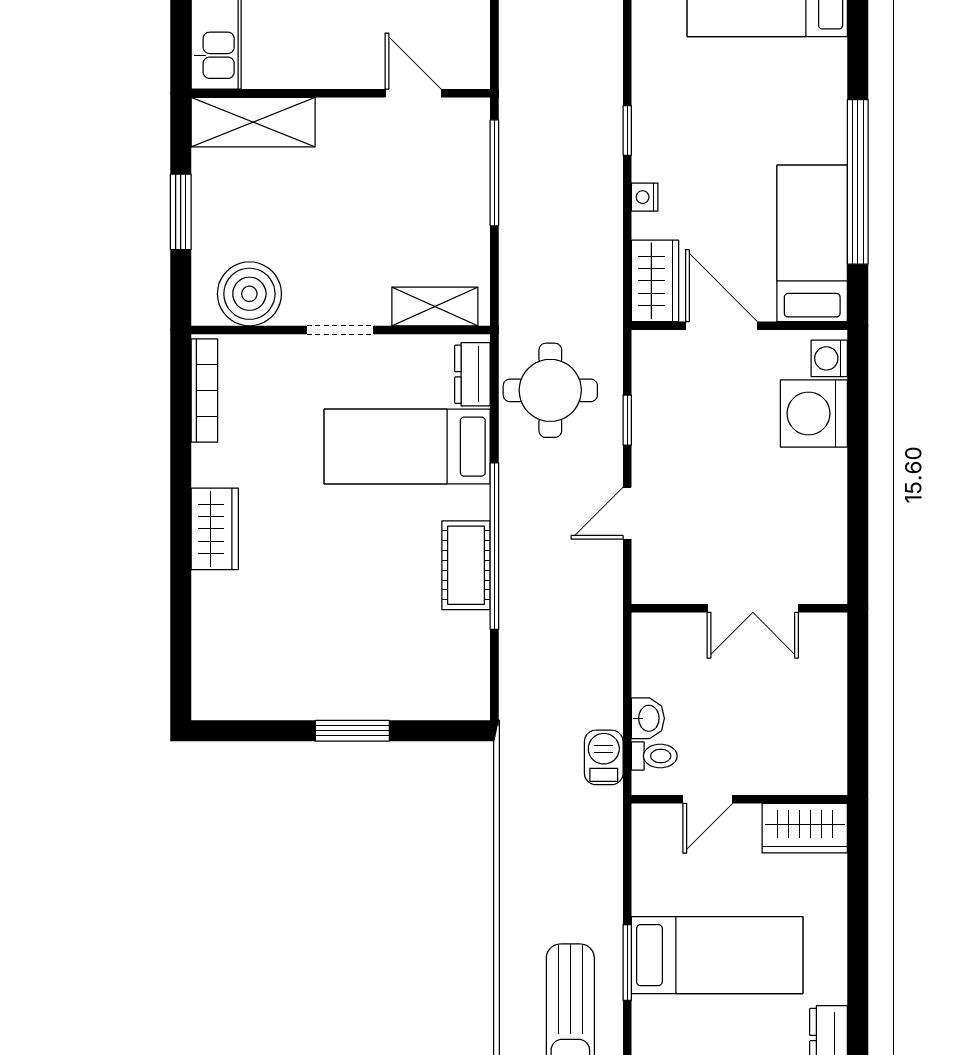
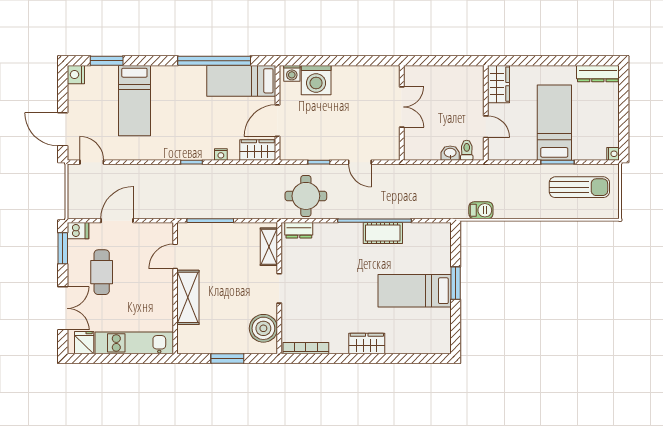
shelving: (253, 122) -> (188, 297), moved
bed: (407, 447) -> (415, 291), moved, turned 90
barbecue: (604, 757) -> (481, 210), moved, turned 180

